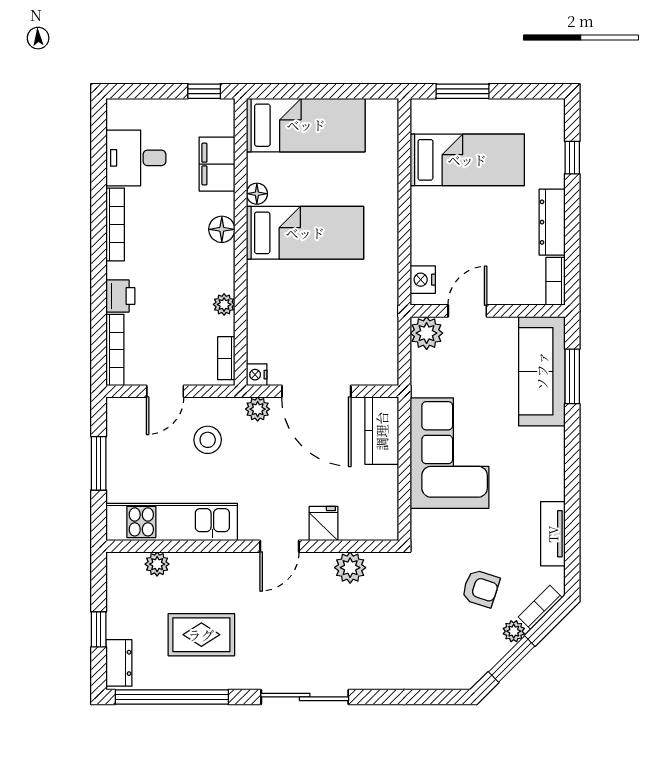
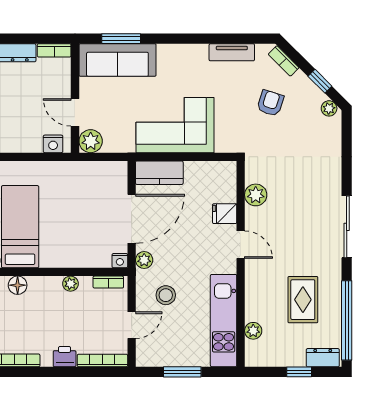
door: (165, 391) -> (132, 325), hinge flipped
plant: (514, 631) -> (329, 108), moved
window: (512, 659) -> (320, 81), width x0.67

